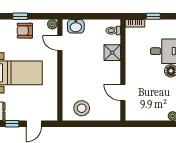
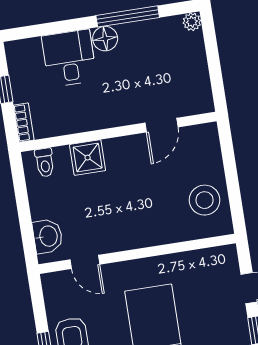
plant: (52, 24) -> (51, 282), removed
door: (60, 43) -> (85, 262), hinge flipped

